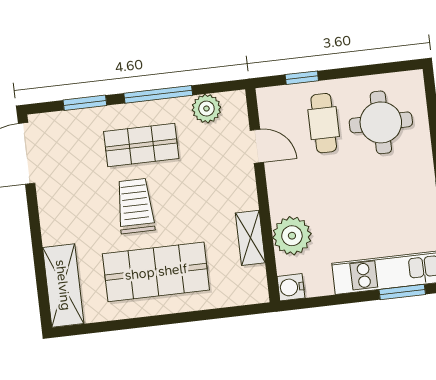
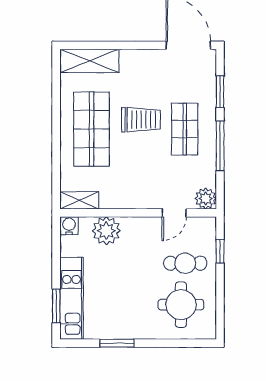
plant: (206, 109) -> (206, 198), moved
shelving: (250, 238) -> (79, 200), moved

